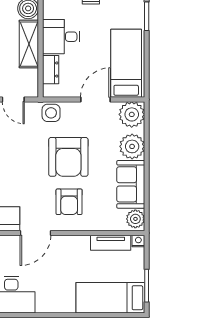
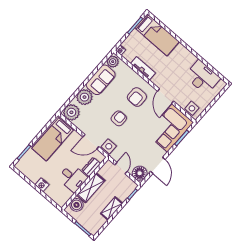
door: (95, 99) -> (91, 142), moved
armchair: (68, 157) -> (119, 118), width x0.53, depth x0.53
armchair: (69, 202) -> (137, 97), turned 180
door: (35, 233) -> (166, 96), swing flipped
tv unit: (111, 243) -> (143, 68), moved

